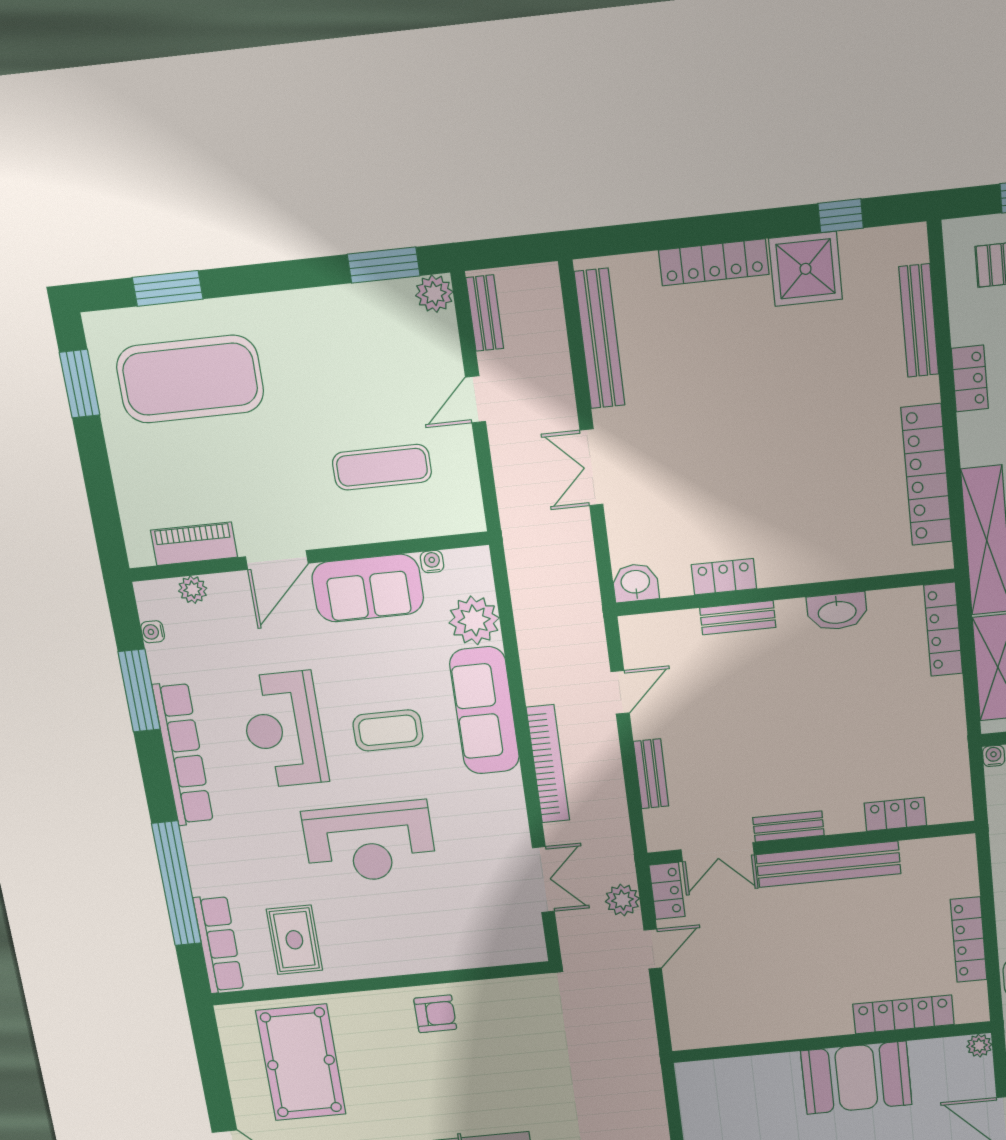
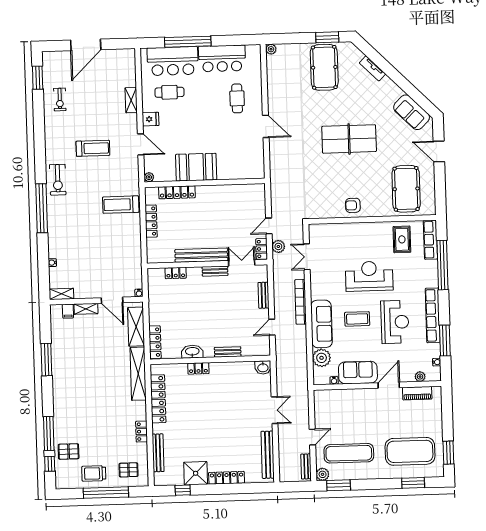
exercise mat: (382, 467) -> (349, 453), moved, width x1.36, depth x1.45
locker: (724, 577) -> (198, 368), moved

